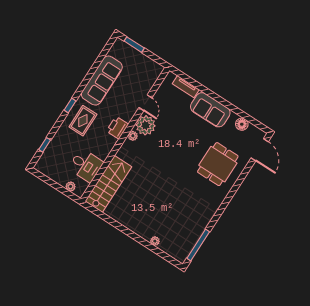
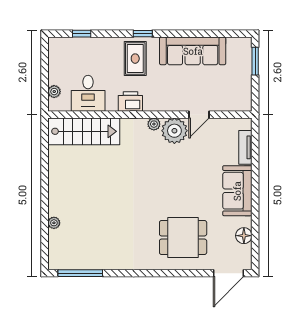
rug: (83, 121) -> (135, 59), turned 90
printer: (117, 128) -> (130, 101), moved

